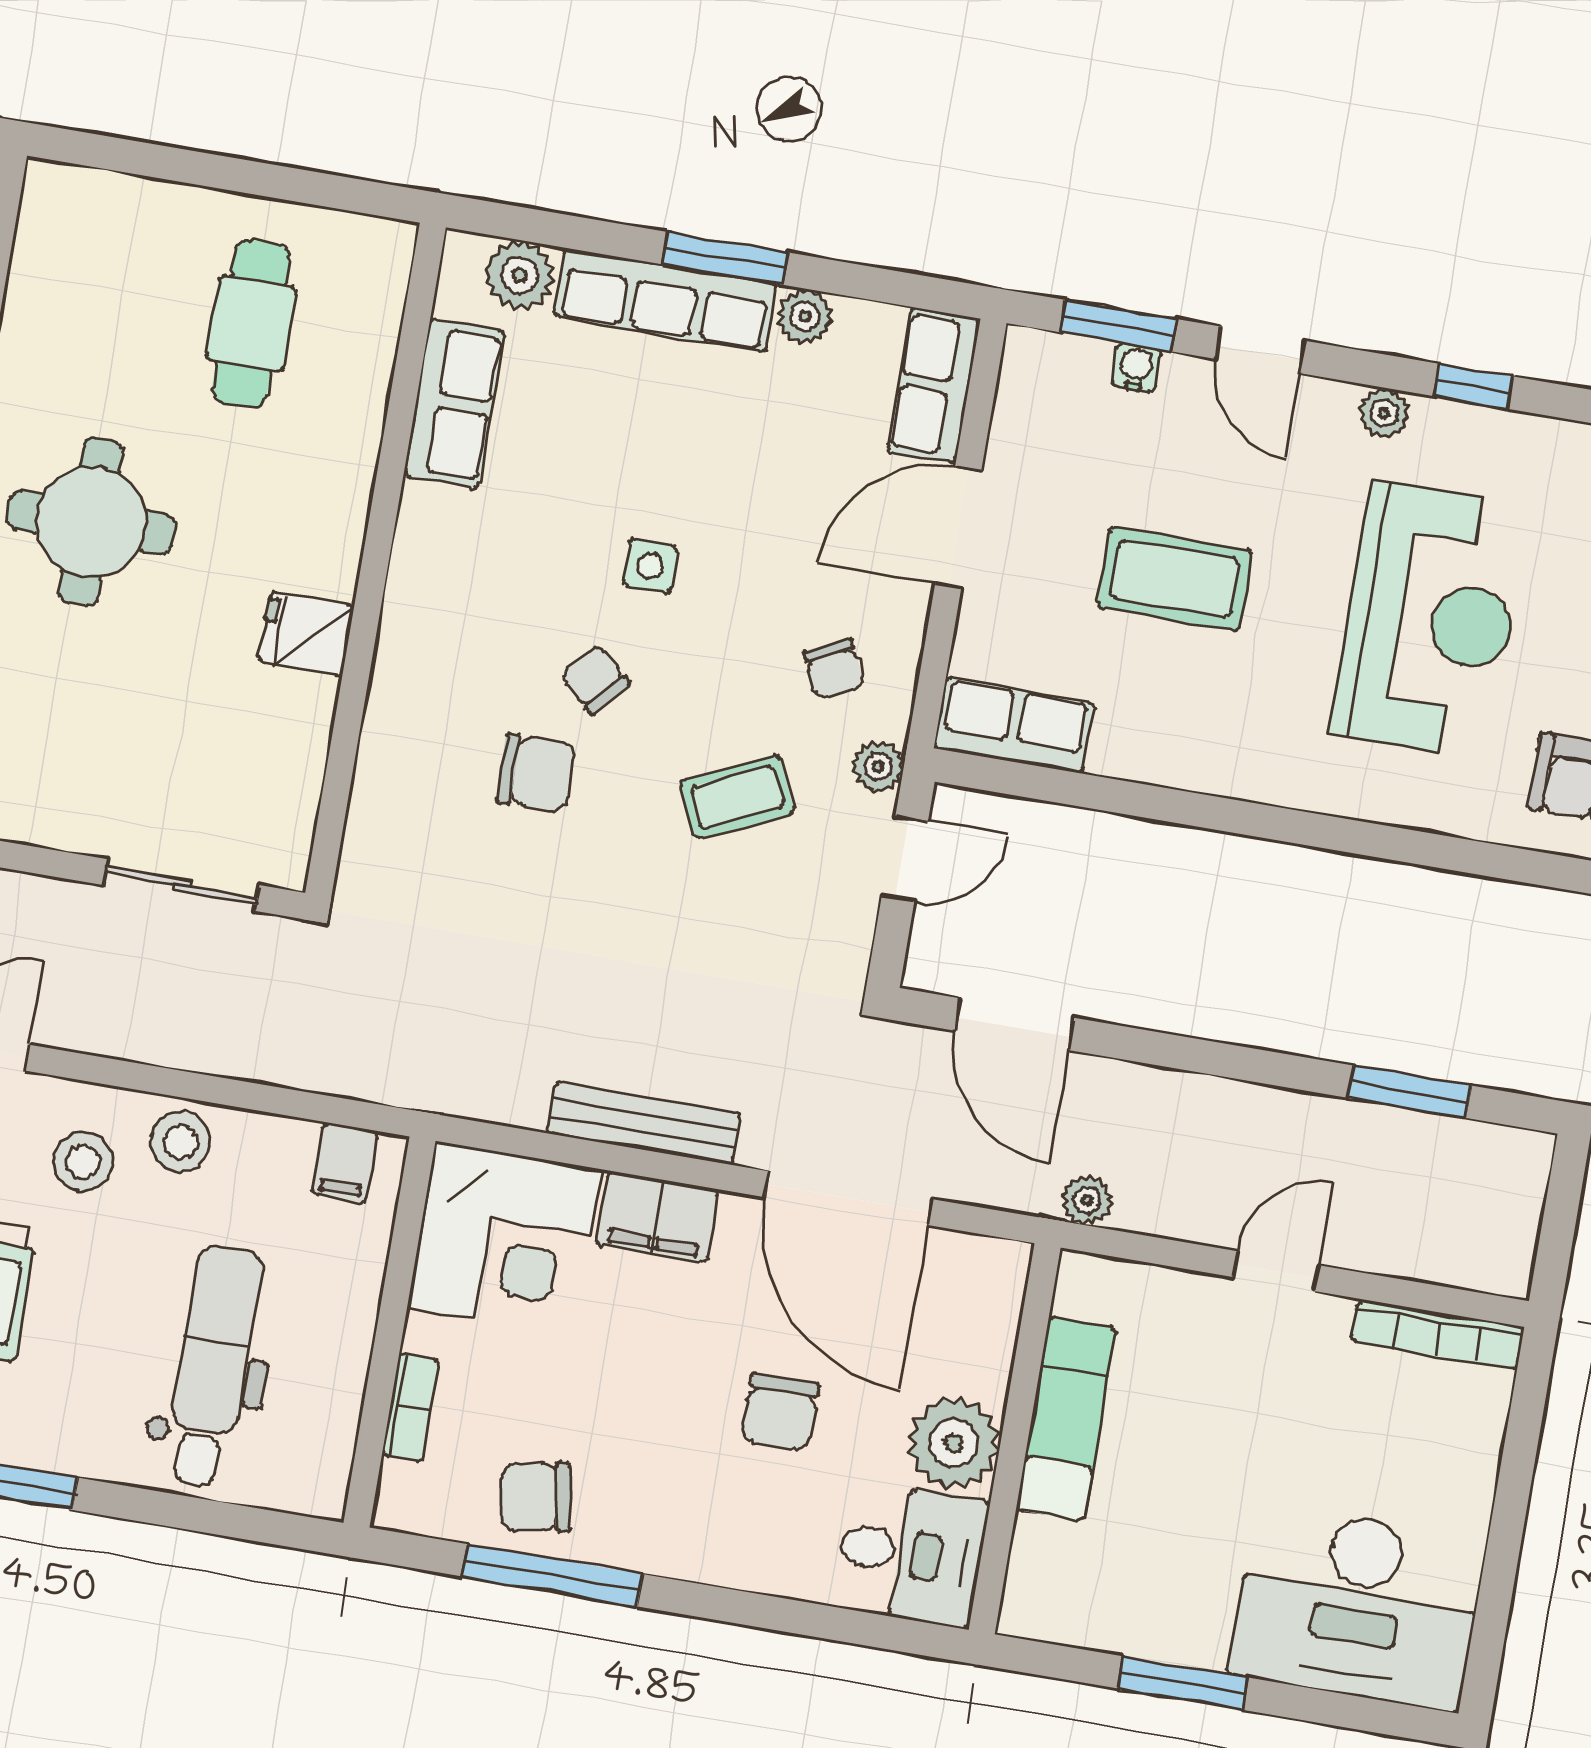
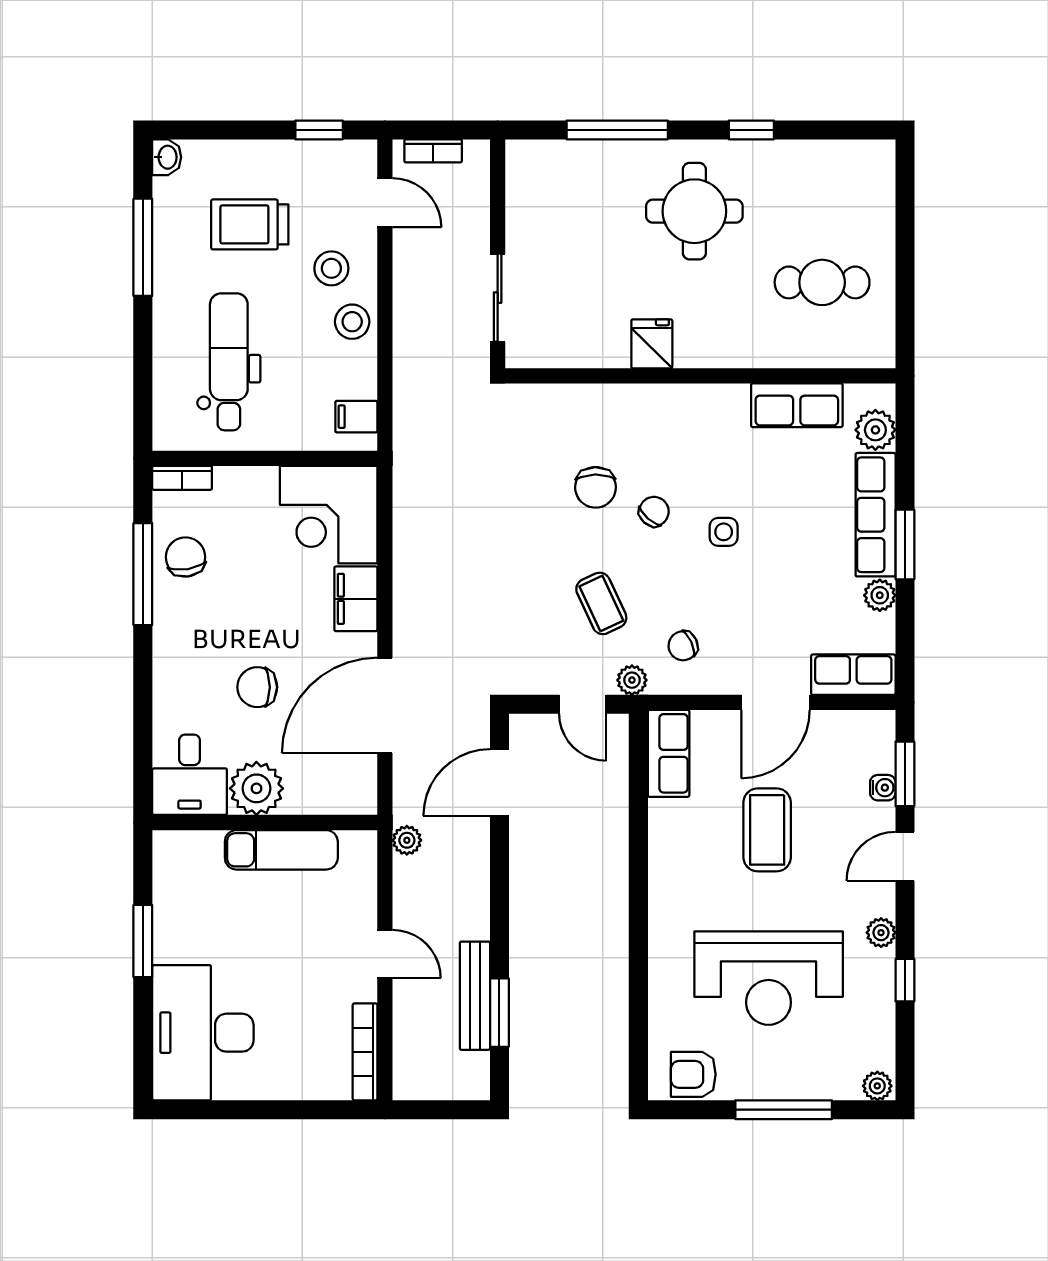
door: (958, 527) -> (775, 702), swing flipped
bench: (643, 1123) -> (475, 996), moved
dental chair: (213, 1365) -> (229, 362), turned -90
bookcase: (411, 1407) -> (182, 478), moved

